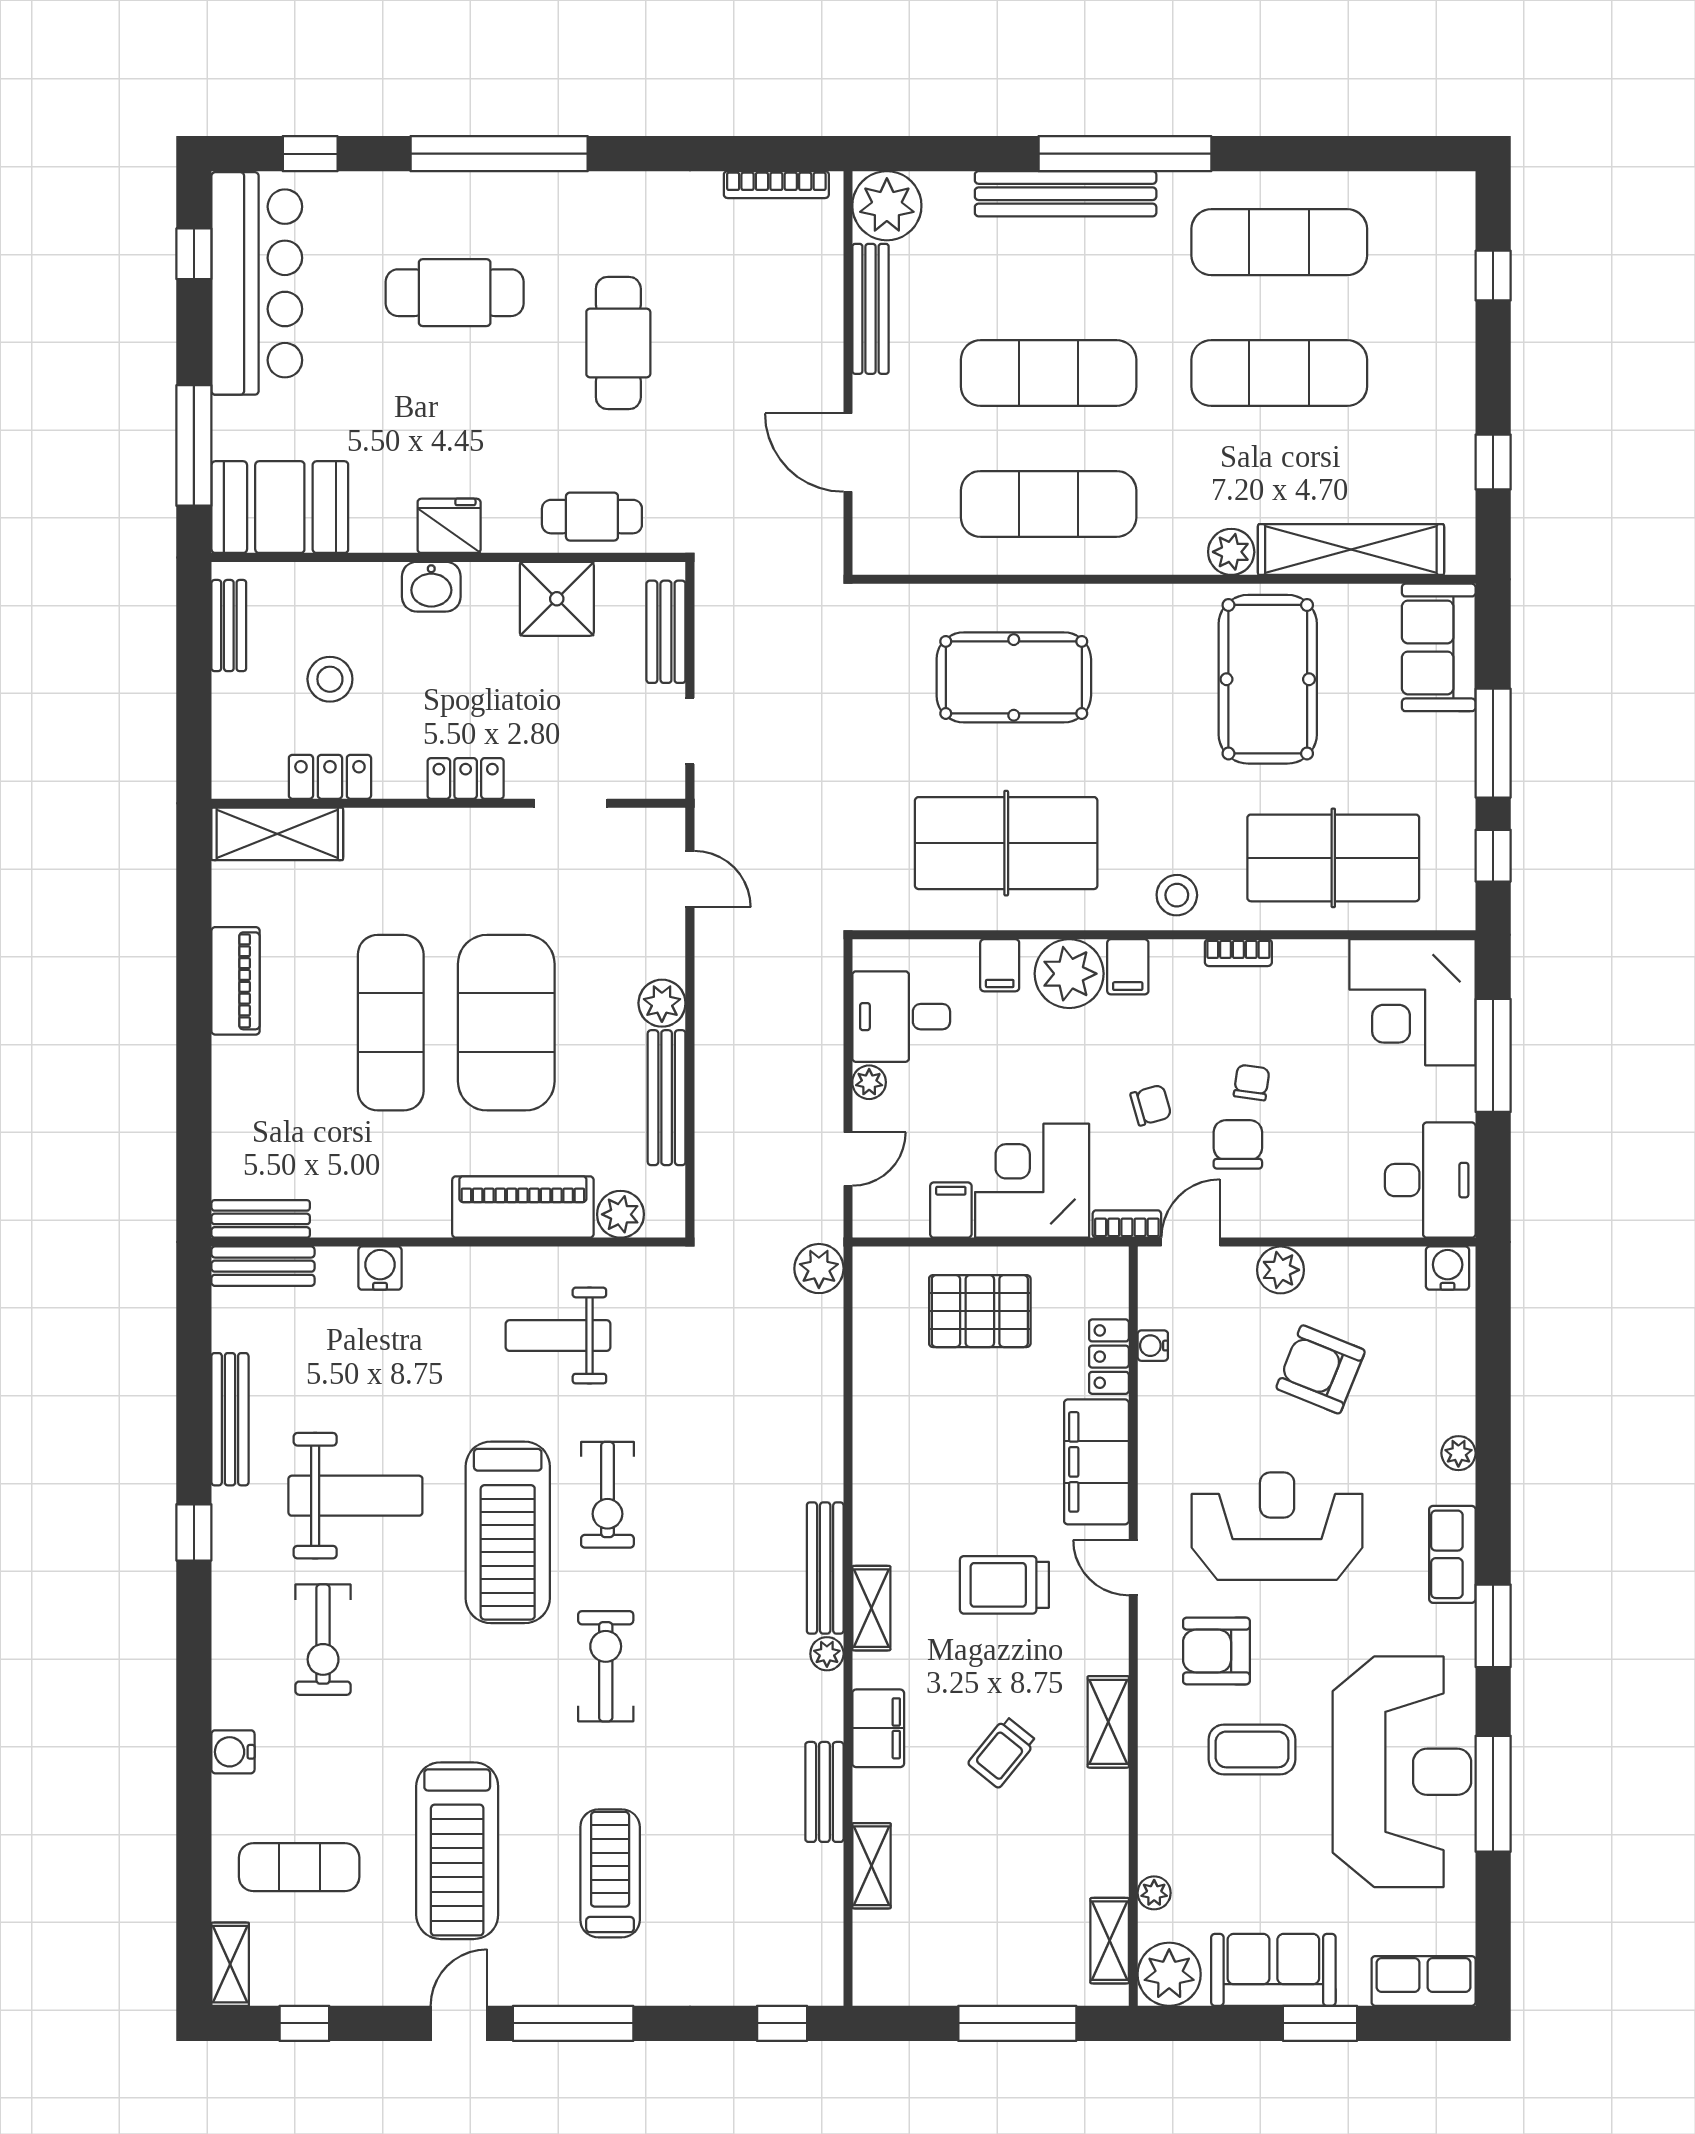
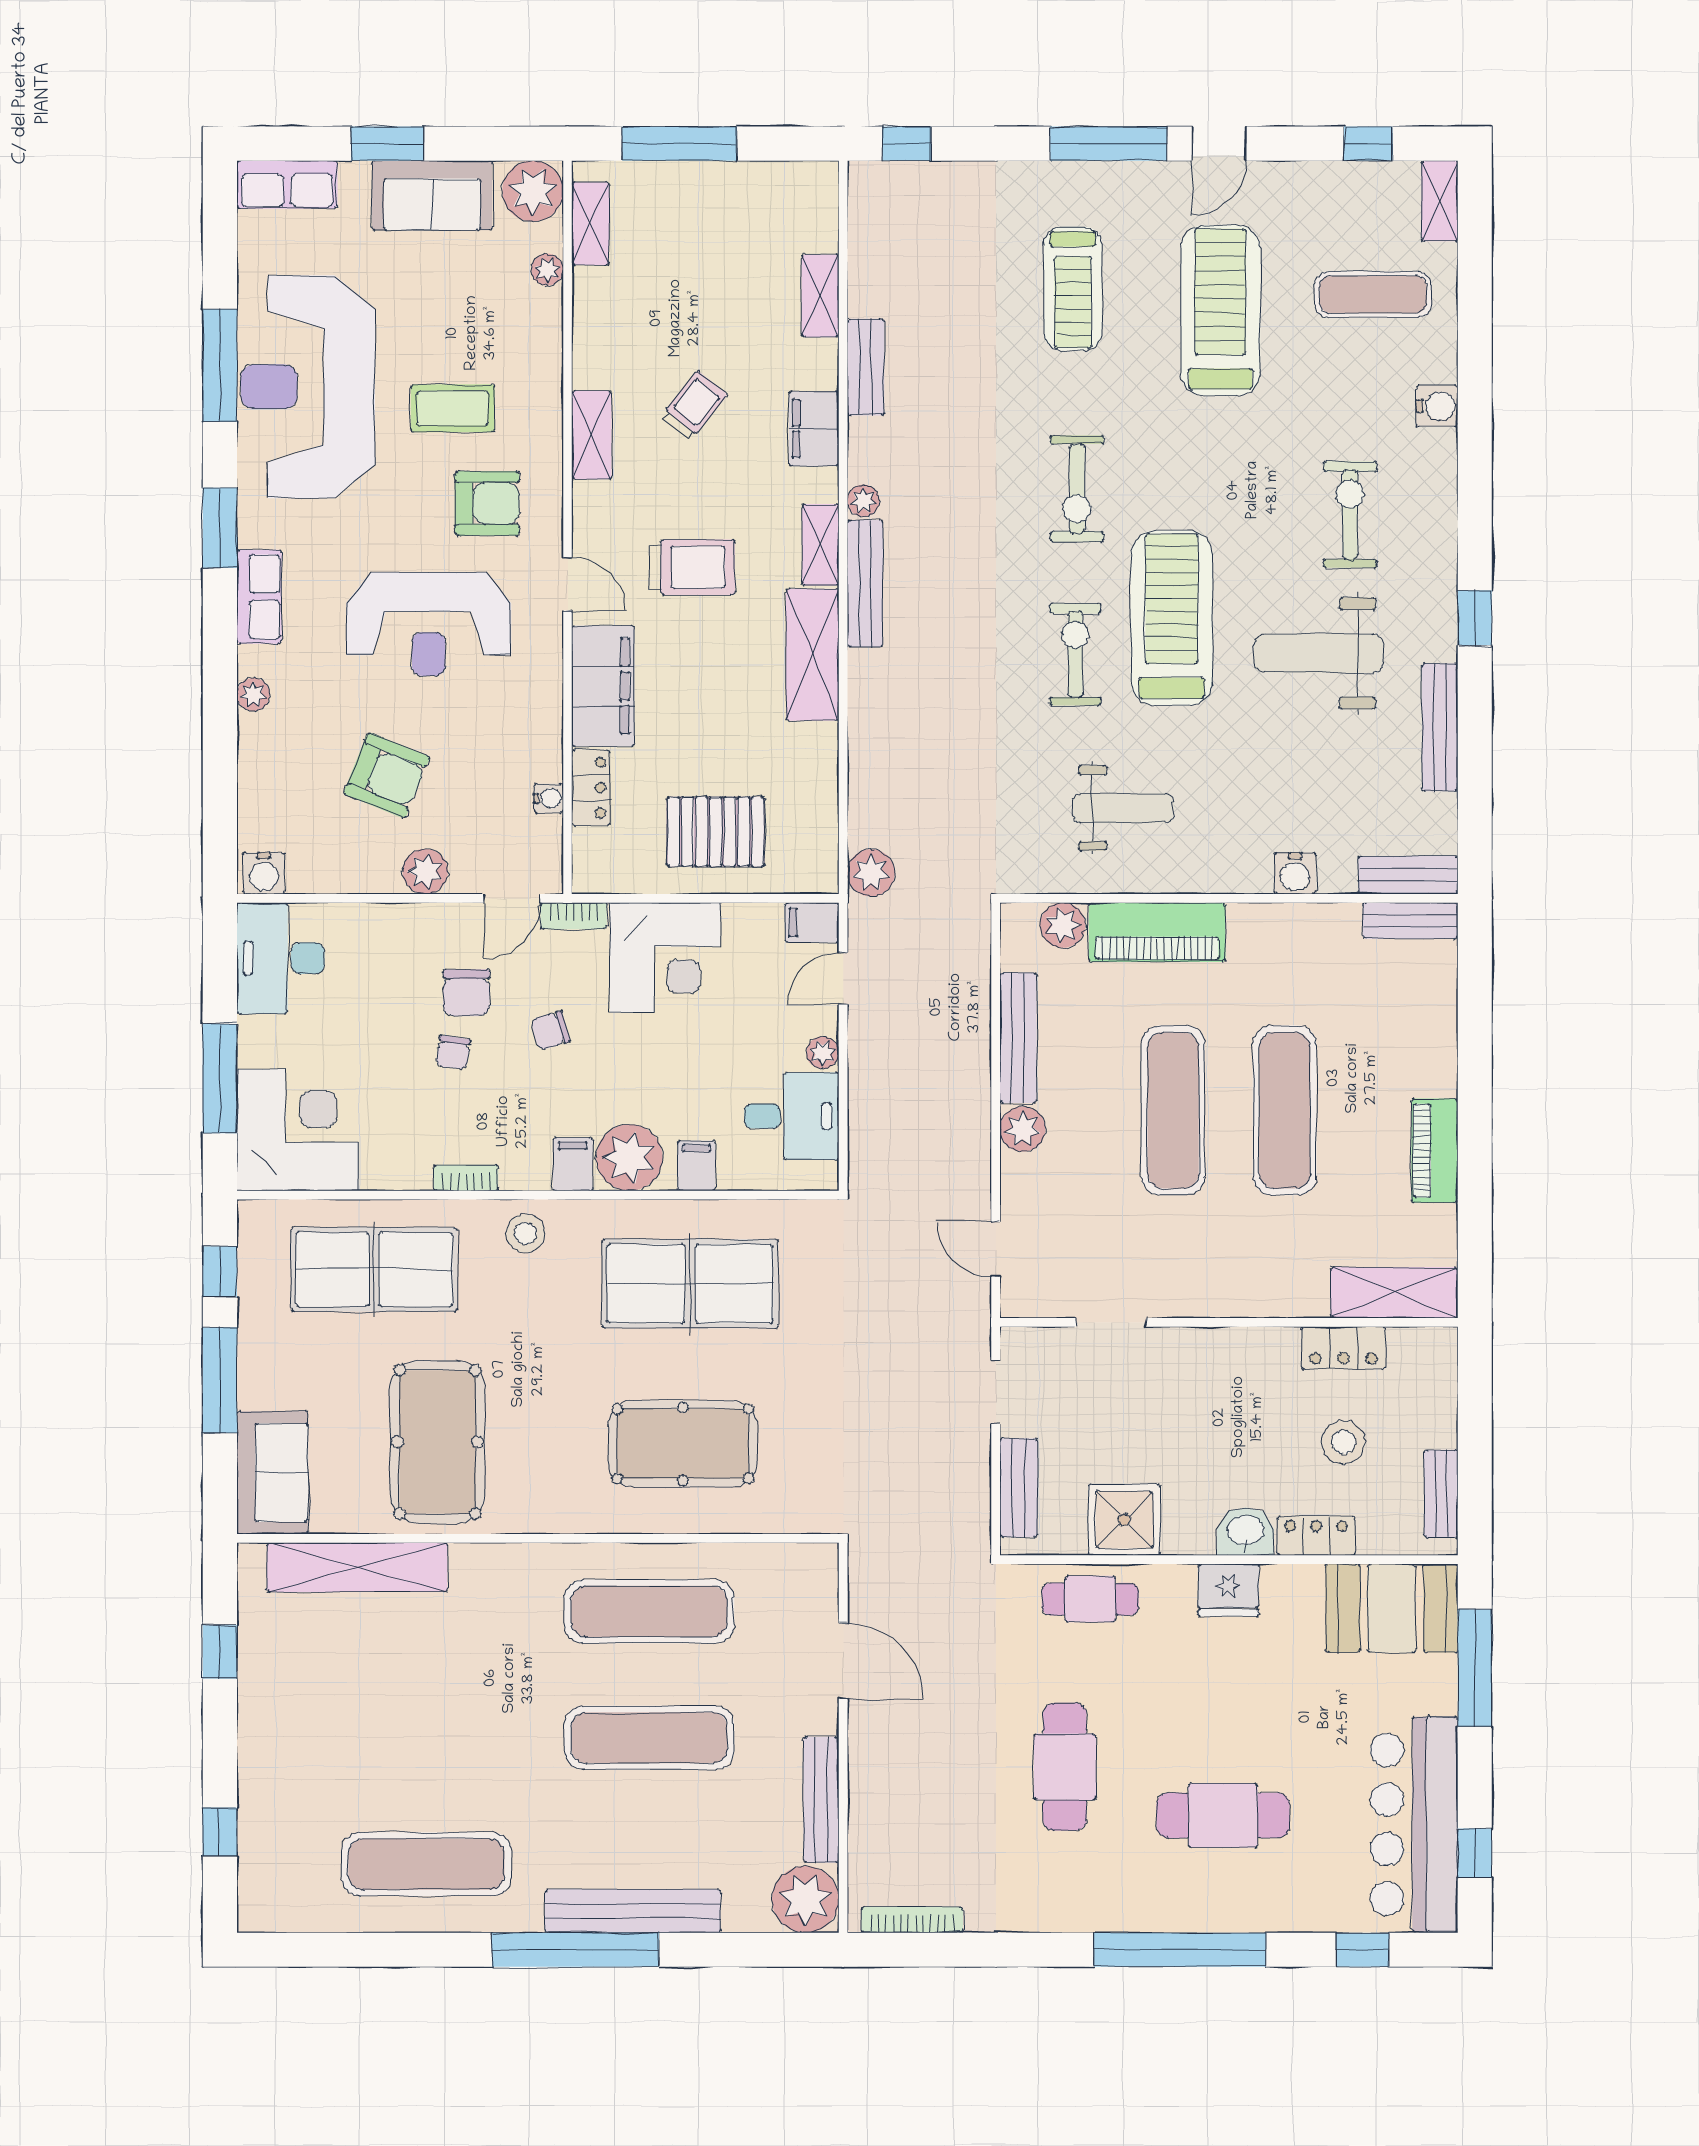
exercise mat: (1279, 373) -> (426, 1738), removed
plant: (1231, 552) -> (473, 1565), removed
locker: (466, 778) -> (1316, 1536), moved, turned 180
exercise mat: (506, 1023) -> (1173, 1110), width x0.68
filing cabinet: (951, 1210) -> (812, 923), moved, turned 90
shelving: (880, 1494) -> (813, 655), added

